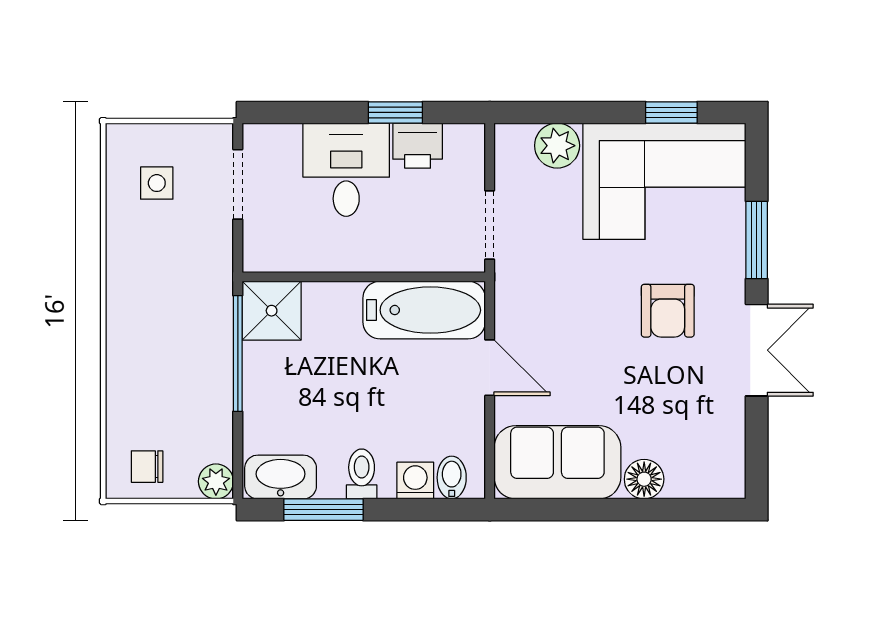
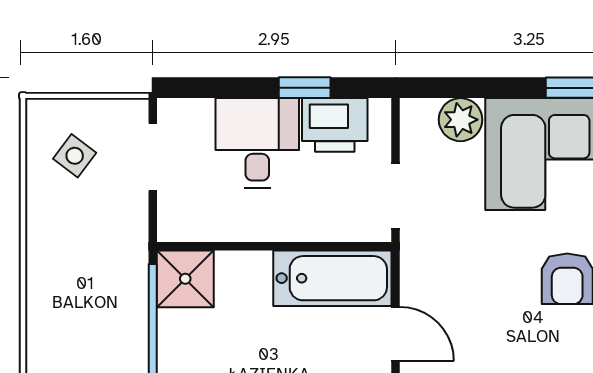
printer: (418, 146) -> (335, 125), width x1.36, depth x1.24
side table: (157, 183) -> (75, 156), turned 37

